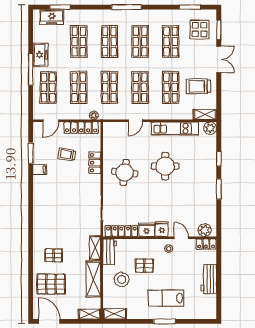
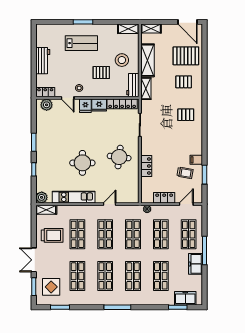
locker: (81, 128) -> (164, 198), width x0.66
trolley: (67, 154) -> (185, 173), moved
pallet: (51, 219) -> (186, 115), added

